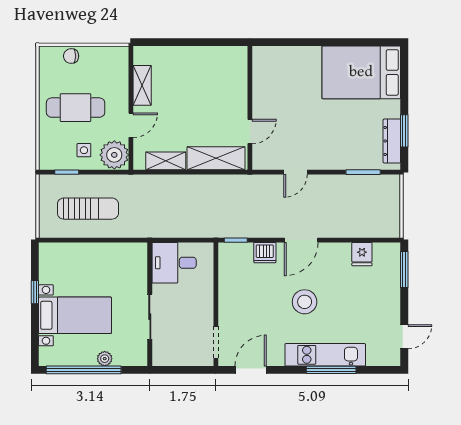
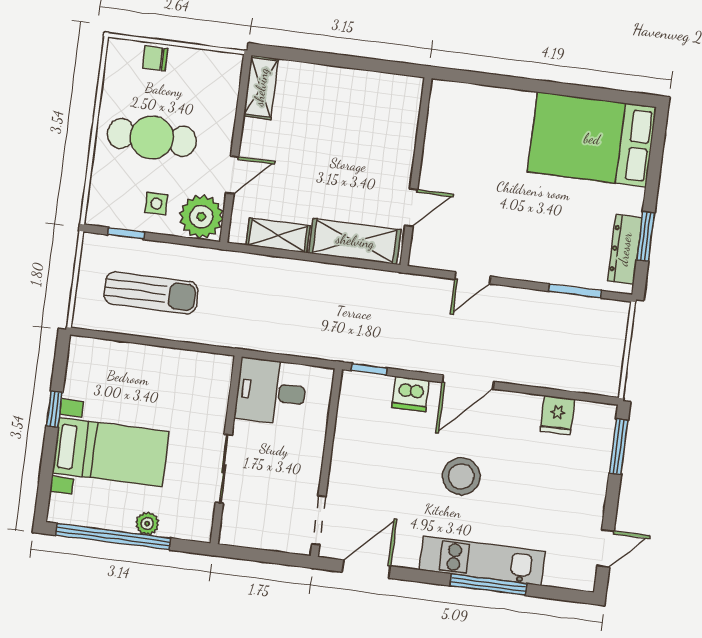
shelving: (142, 85) -> (261, 87), moved

